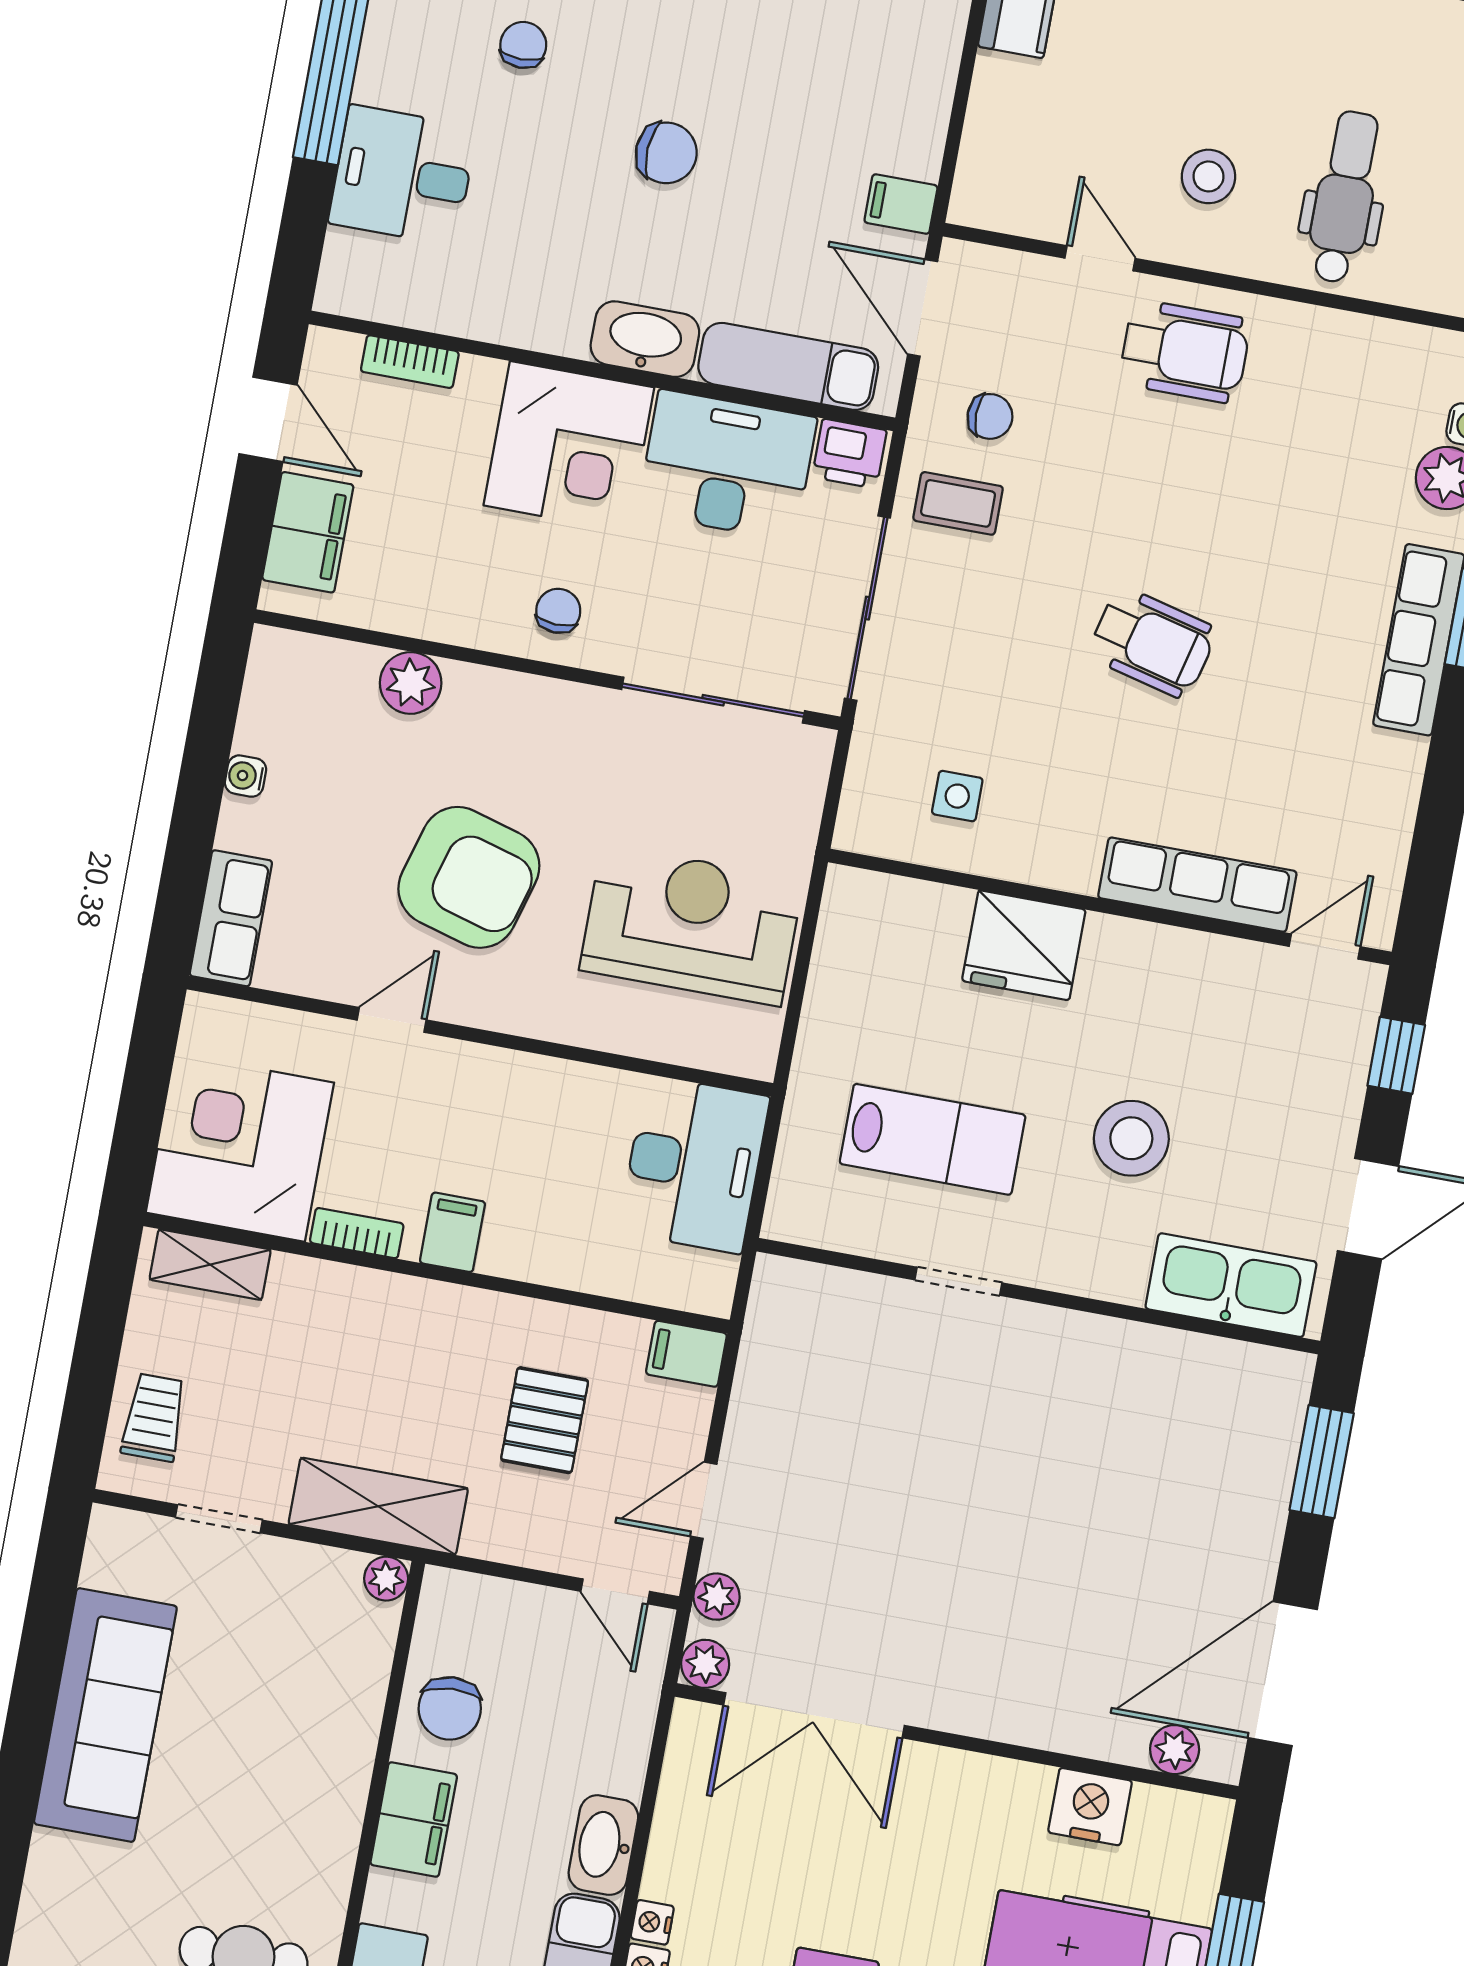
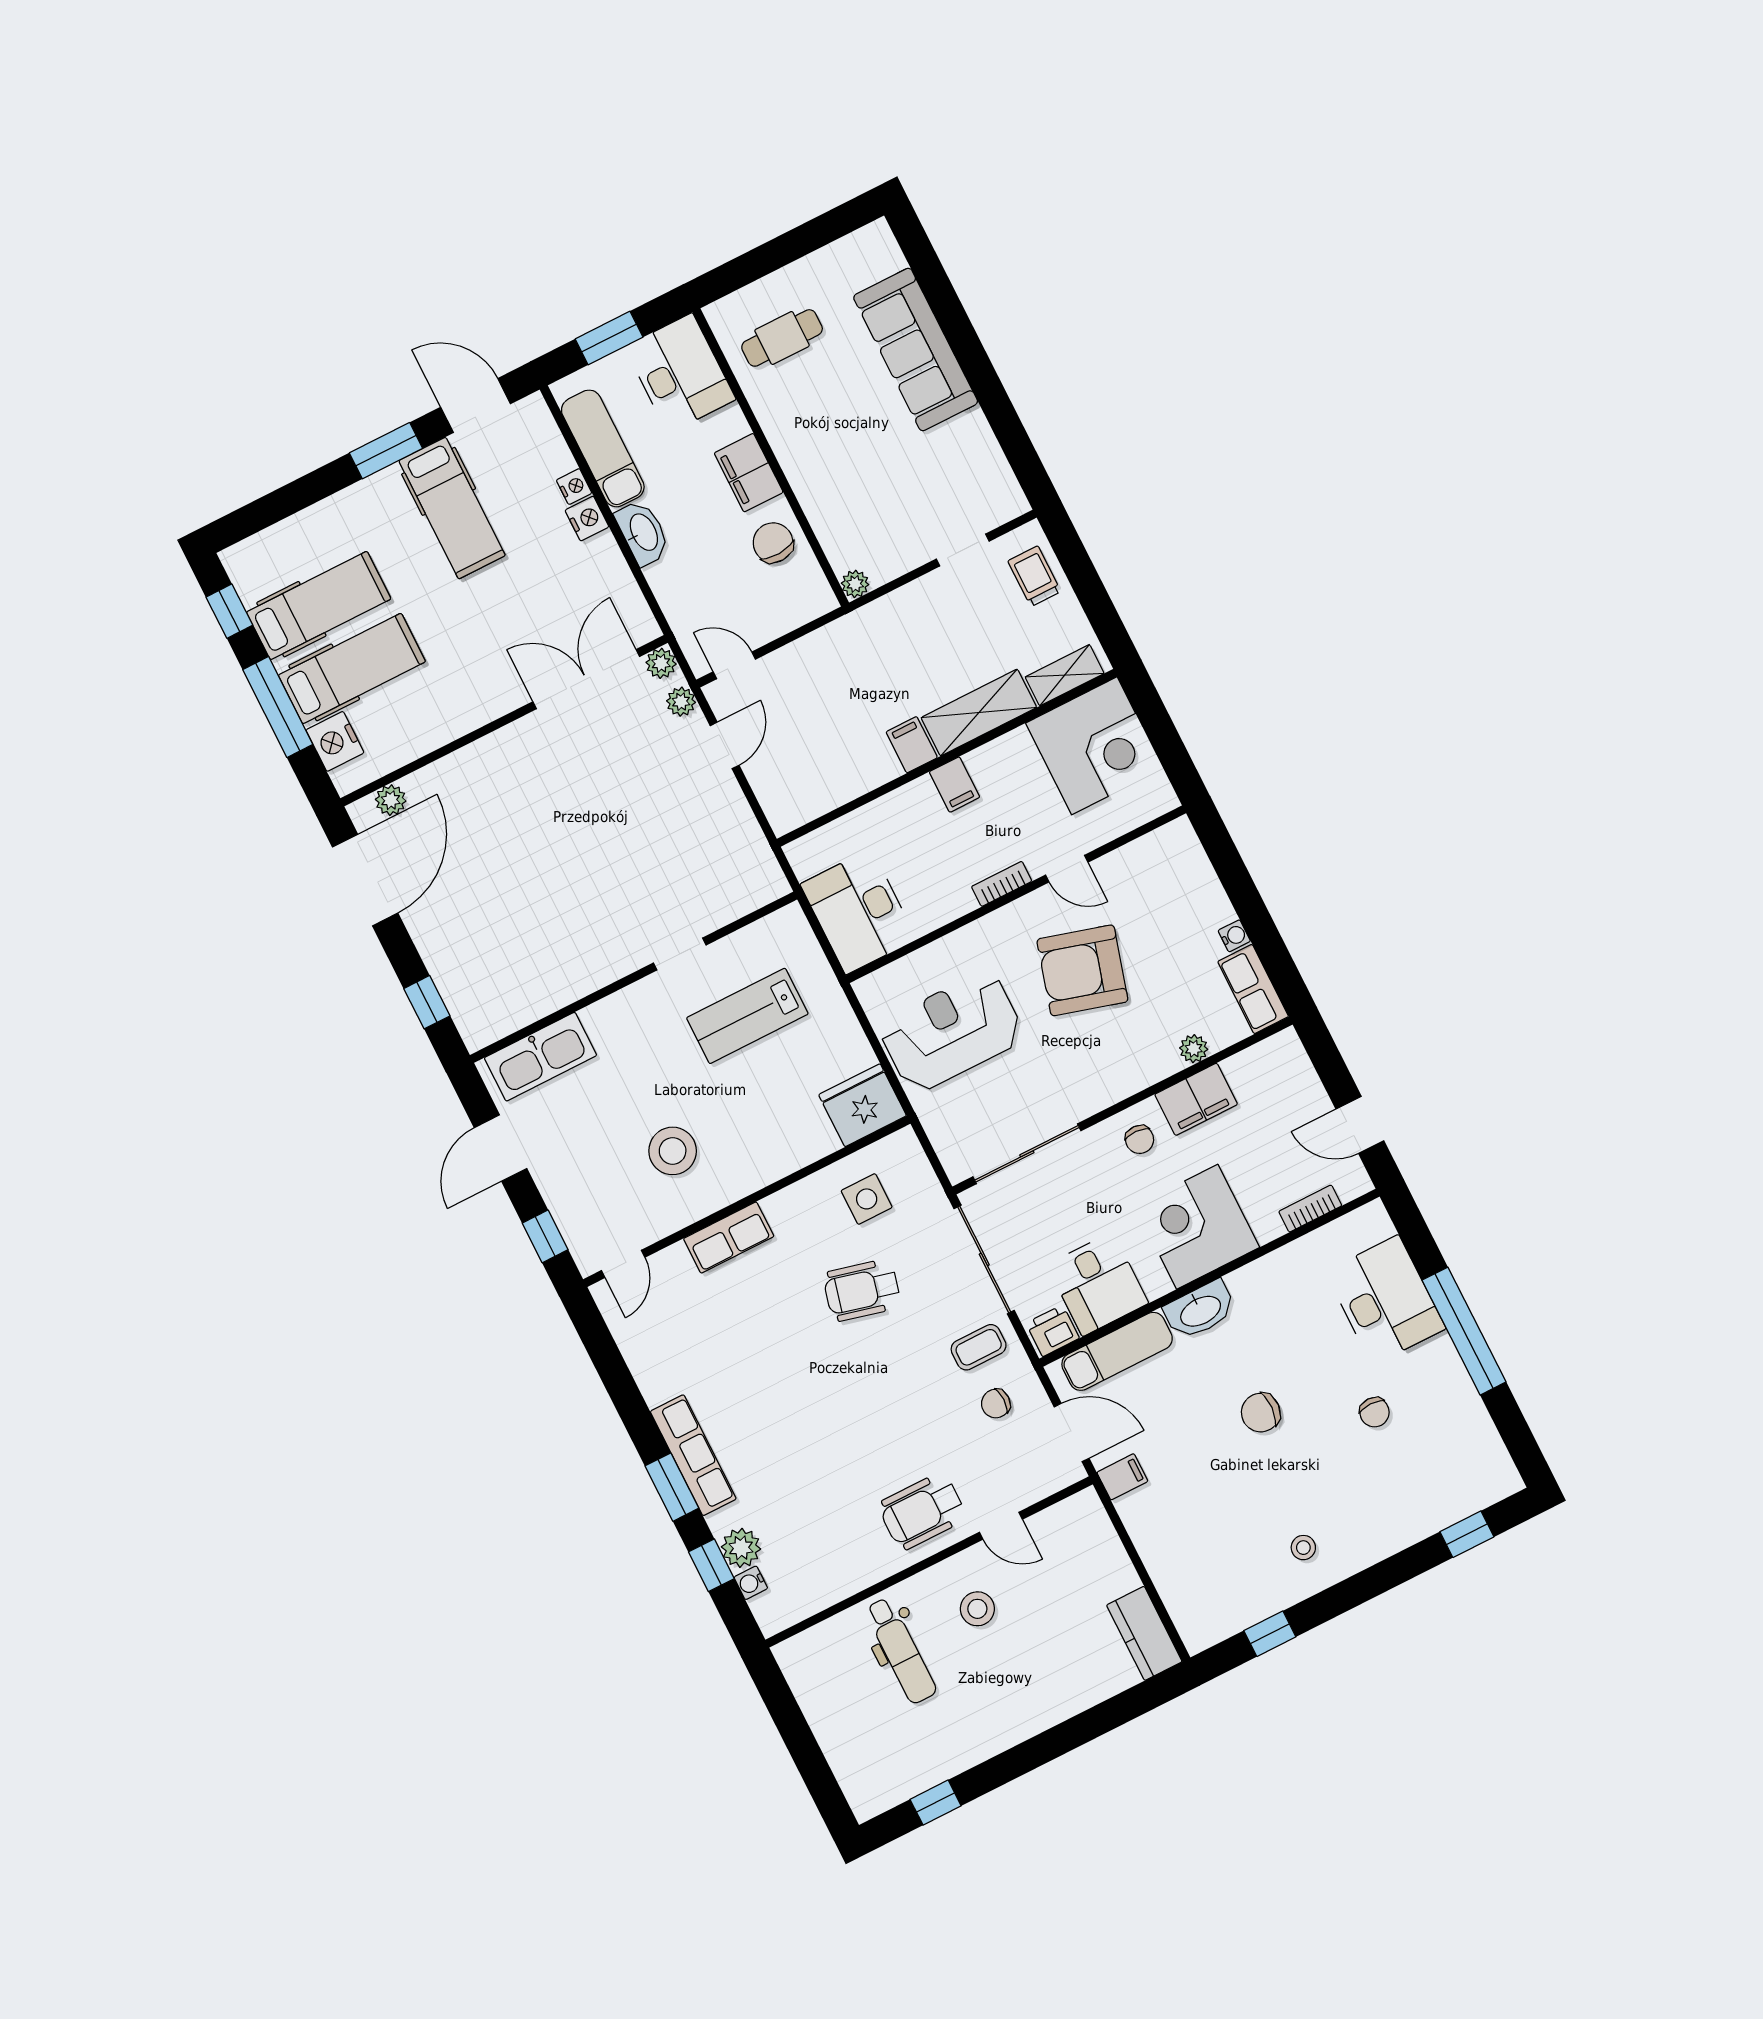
desk: (403, 175) -> (1385, 1300), width x1.37
desk: (727, 465) -> (1098, 1284), width x0.73
filing cabinet: (308, 532) -> (1196, 1099), moved, turned -90
wheelchair: (1152, 643) -> (862, 1290), moved
plant: (411, 683) -> (1194, 1049), width x0.73, depth x0.73
side table: (957, 796) -> (867, 1199), width x1.37, depth x1.37
row of seats: (1197, 885) -> (729, 1238), width x0.68
row of seats: (231, 918) -> (1253, 989), moved
reception desk: (691, 925) -> (952, 1032), turned 180
fridge: (1024, 945) -> (862, 1105), moved
door: (392, 1020) -> (1067, 869), hinge flipped
stool: (1131, 1138) -> (673, 1151), moved
bookcase: (357, 1233) -> (1002, 884), moved, turned 180
filing cabinet: (686, 1354) -> (912, 745), moved, turned -90
trolley: (154, 1417) -> (1034, 576), turned 180
pallet: (545, 1420) -> (836, 725), removed
window: (1322, 1462) -> (427, 1002), width x0.67
shelving: (378, 1506) -> (979, 713), moved
sofa: (105, 1715) -> (916, 349), moved
nightstand: (1090, 1807) -> (335, 741), moved, turned 90
nightstand: (652, 1922) -> (587, 519), width x1.39, depth x1.35

